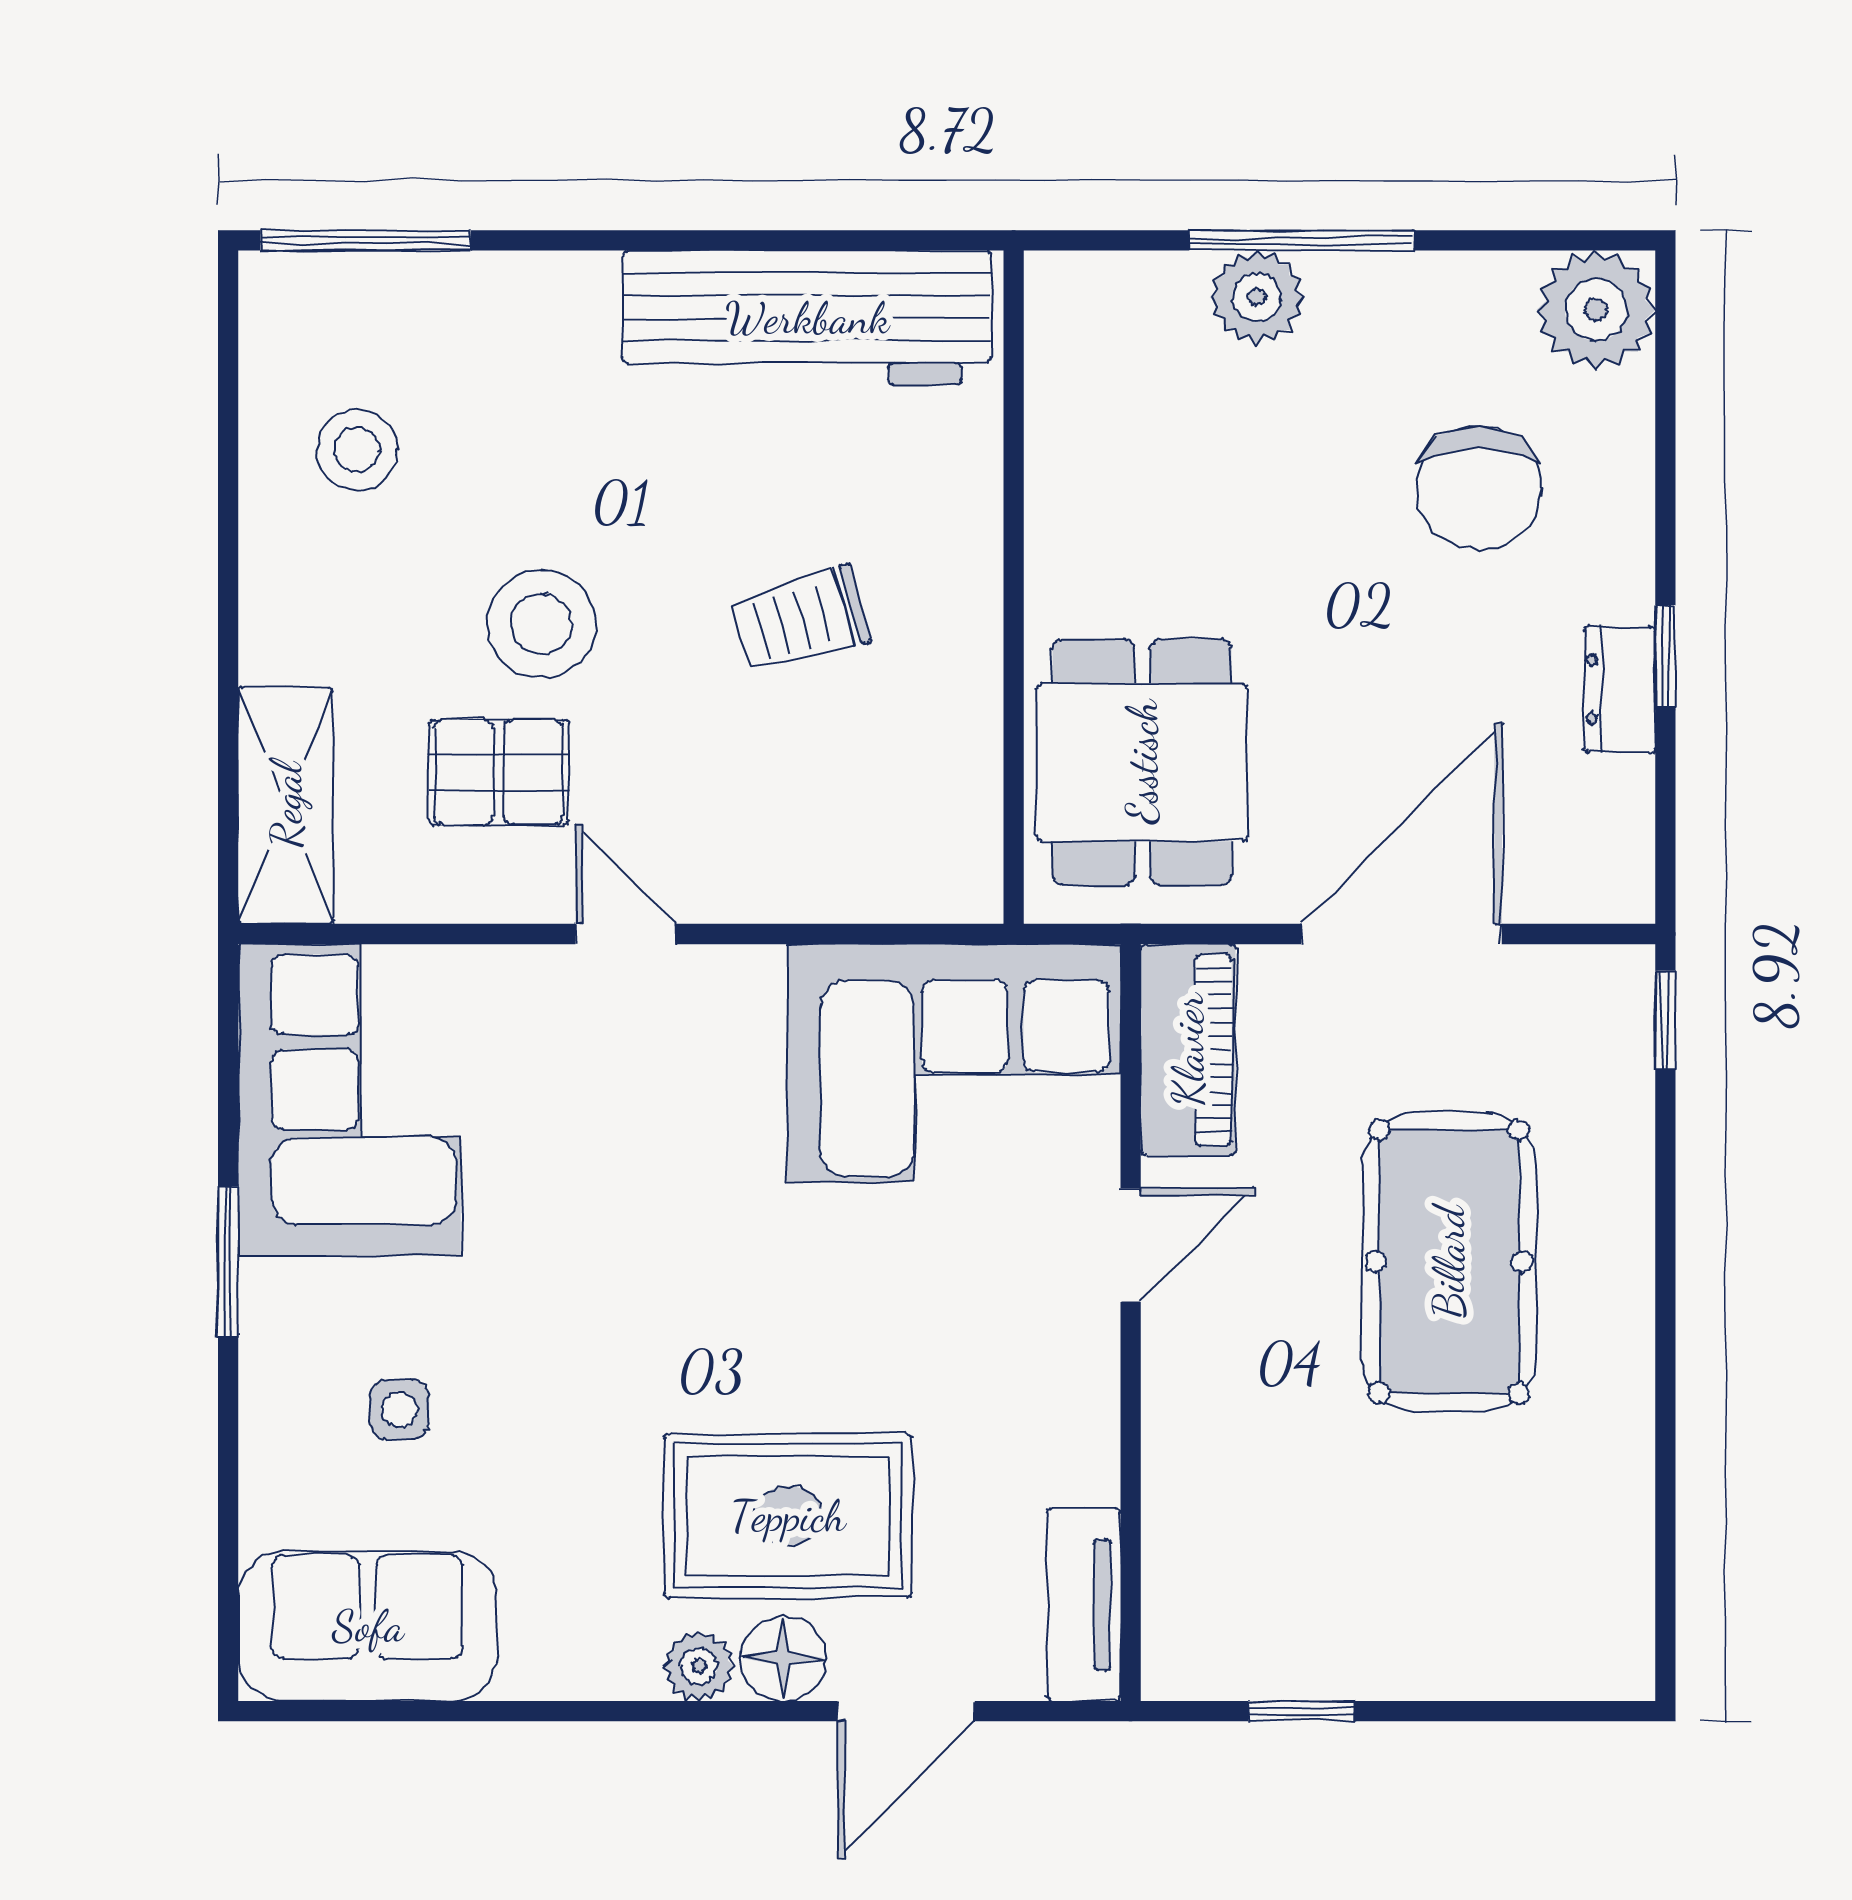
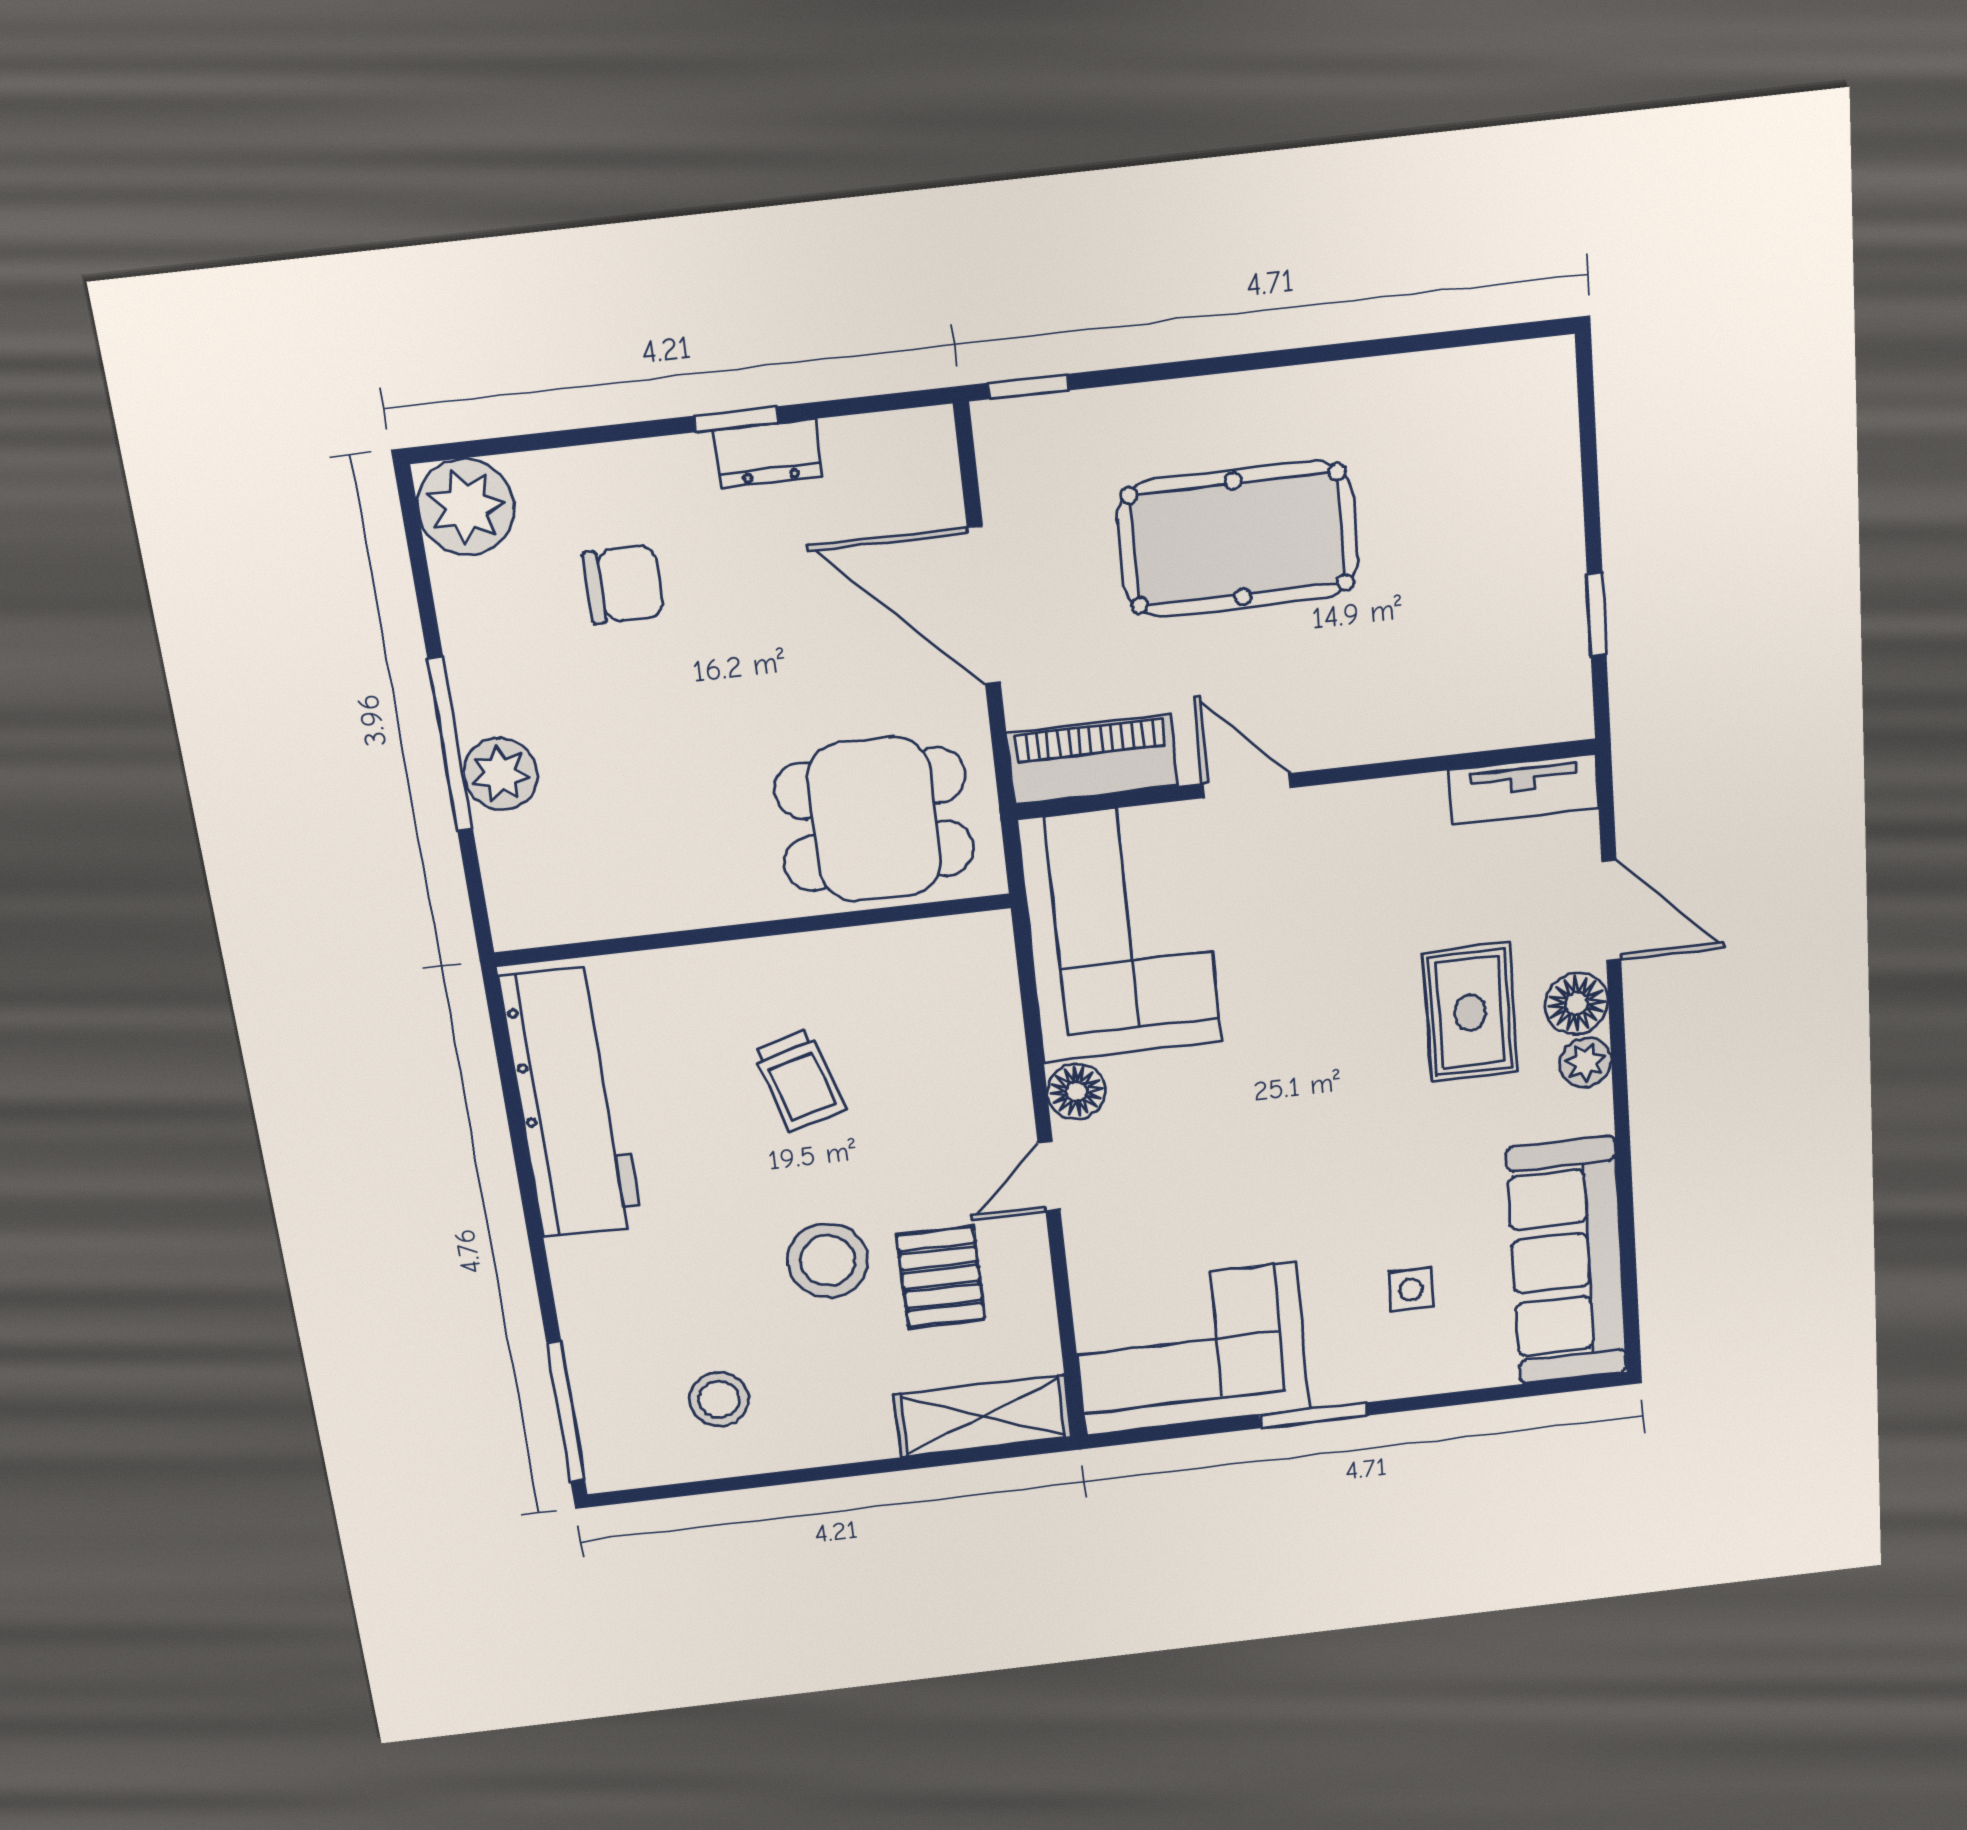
chair: (1479, 488) -> (623, 584), width x0.73, depth x0.73
floor lamp: (741, 983) -> (1077, 1091), added
rug: (788, 1516) -> (1470, 1012), width x0.73, depth x0.70
sofa: (368, 1626) -> (1567, 1261), width x1.36

